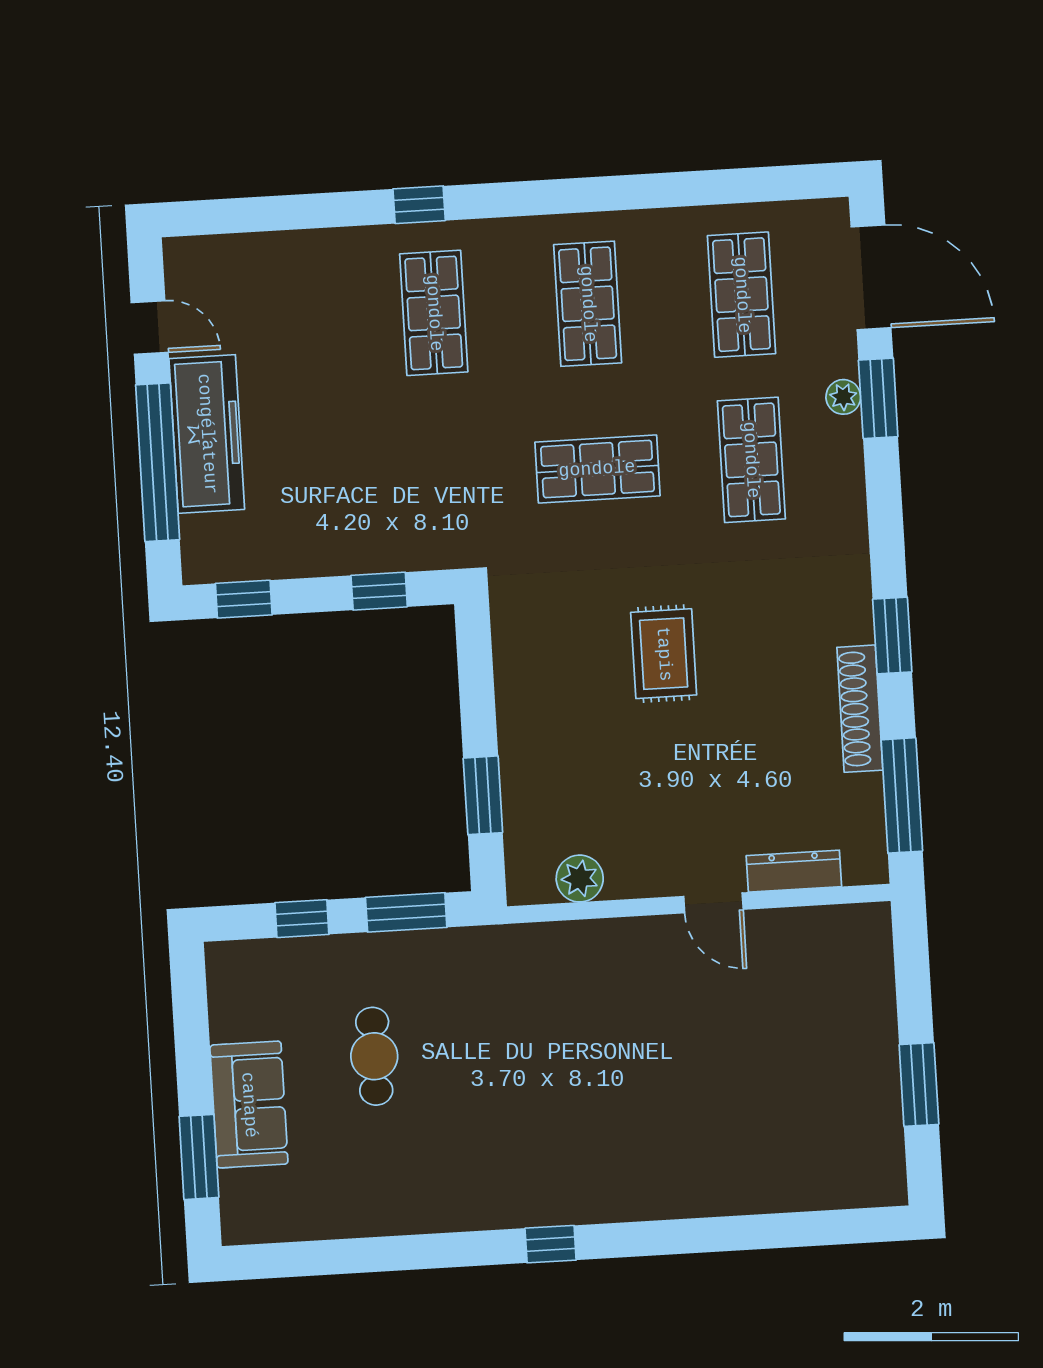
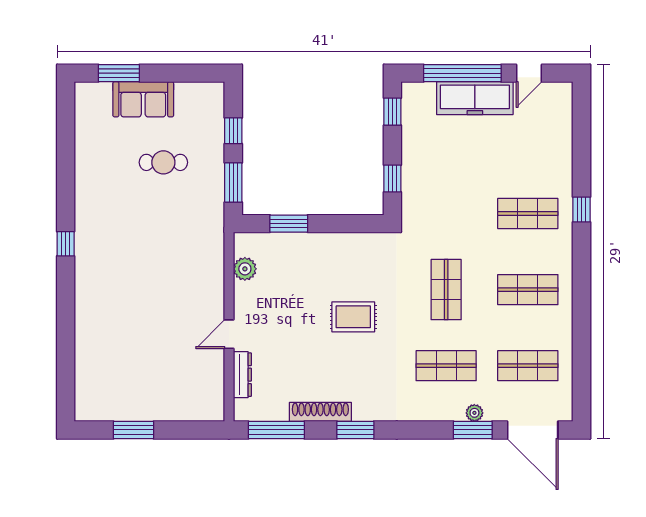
door: (871, 277) -> (533, 430), hinge flipped

